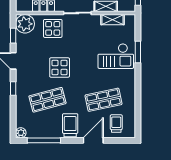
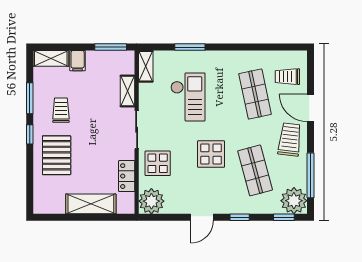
shelving: (113, 20) -> (146, 66), moved
window: (13, 36) -> (284, 217), moved
checkout: (116, 56) -> (188, 97), moved
trolley: (70, 125) -> (290, 139), turned 97
plant: (21, 133) -> (294, 201), width x1.88, depth x1.88

